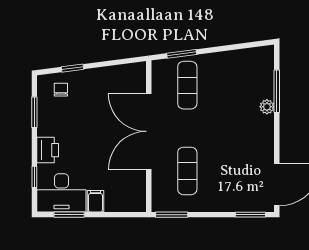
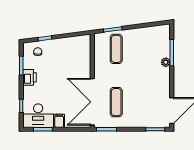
double door: (149, 131) -> (92, 102), moved
printer: (48, 150) -> (30, 77), moved

